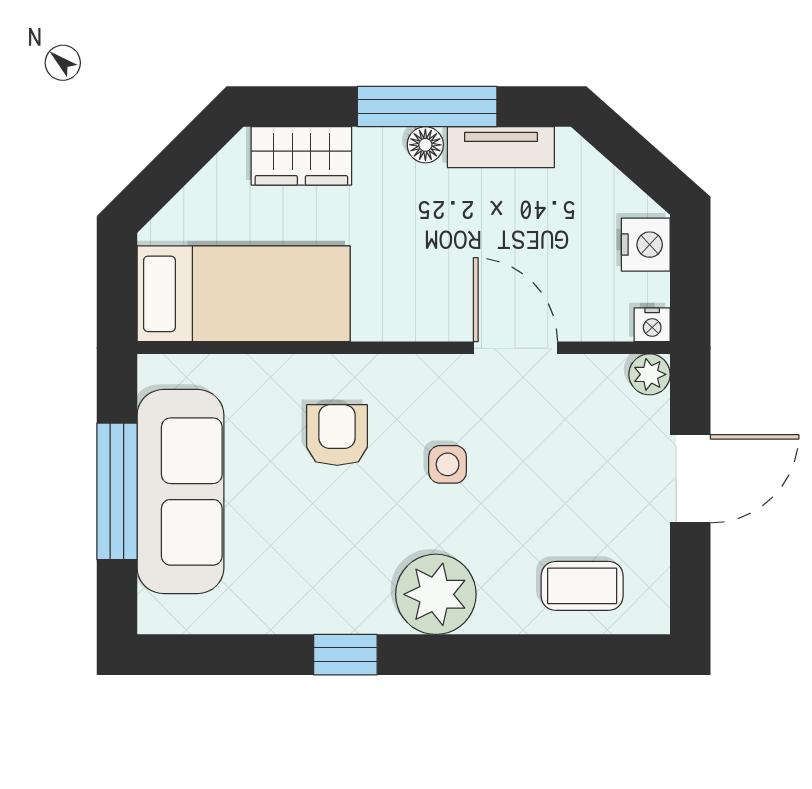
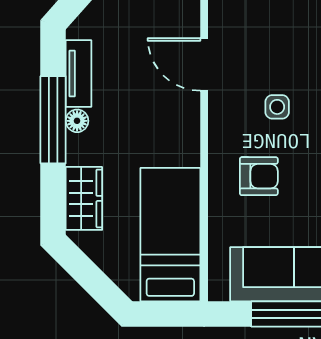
door: (516, 348) -> (204, 64), hinge flipped
armchair: (337, 435) -> (259, 176), turned 180

